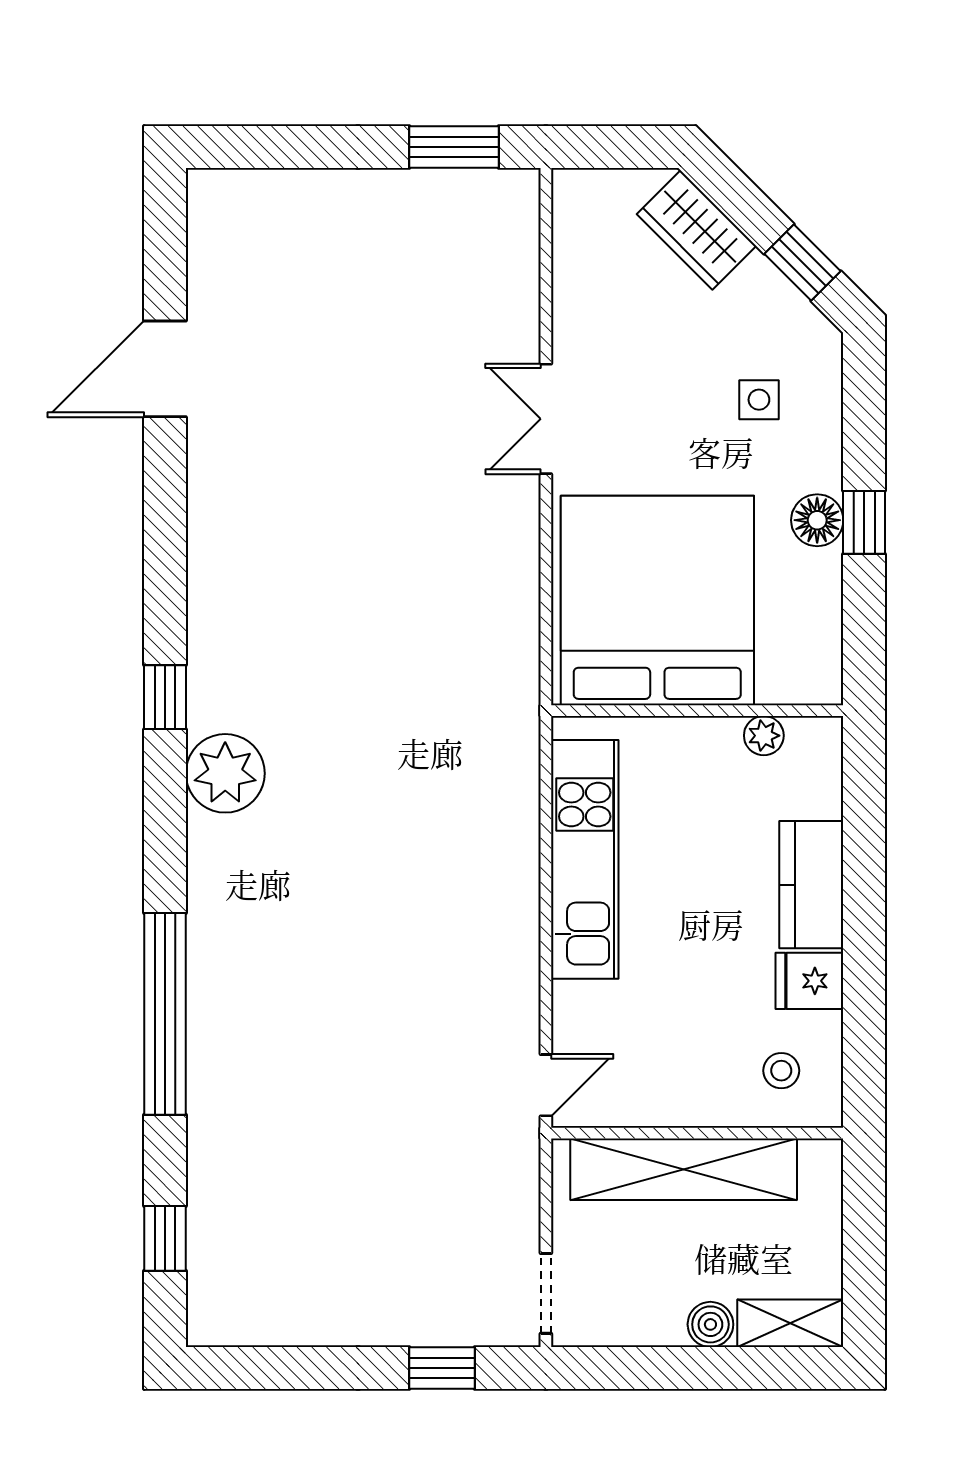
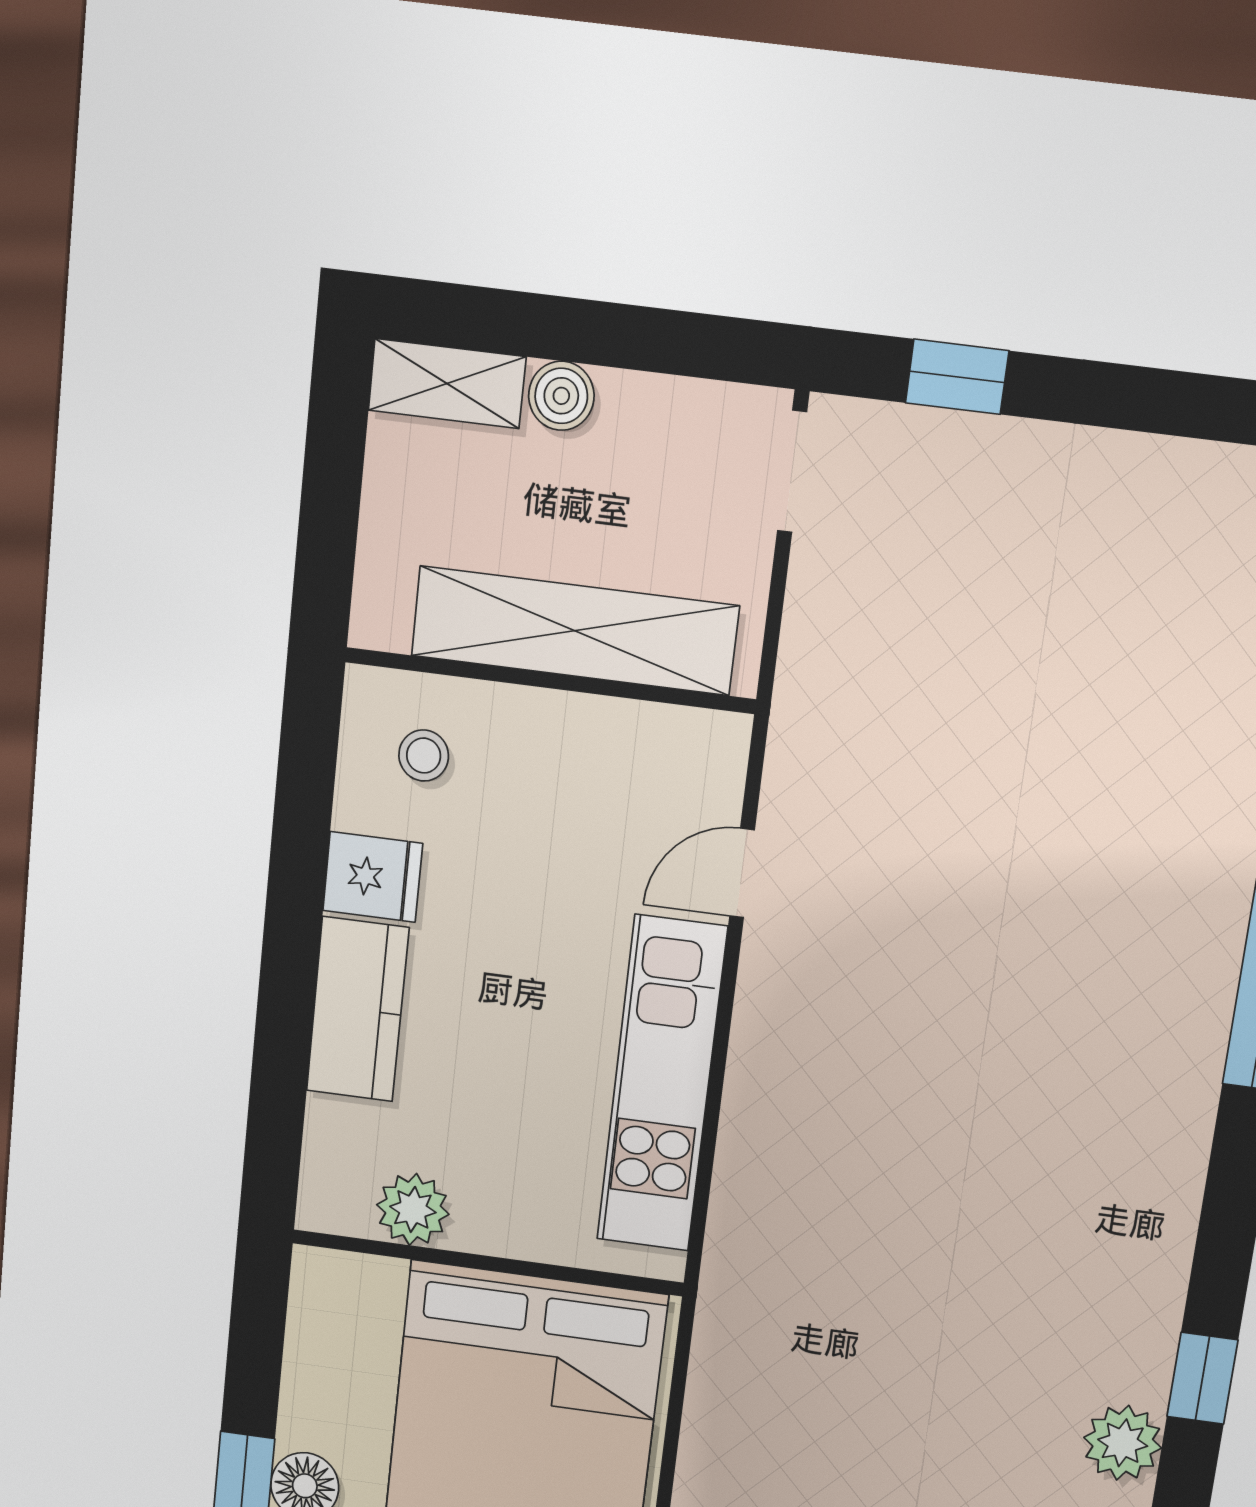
plant: (764, 736) -> (413, 1209), width x1.38, depth x1.38
plant: (225, 773) -> (1123, 1443), moved, width x0.73, depth x0.73
door: (546, 1085) -> (742, 873), moved

